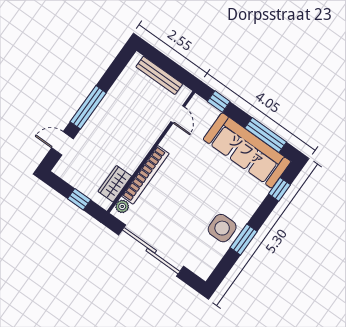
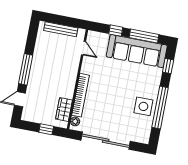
window: (219, 101) -> (116, 31), moved
window: (244, 240) -> (160, 107), width x2.11

